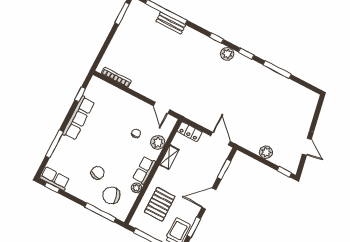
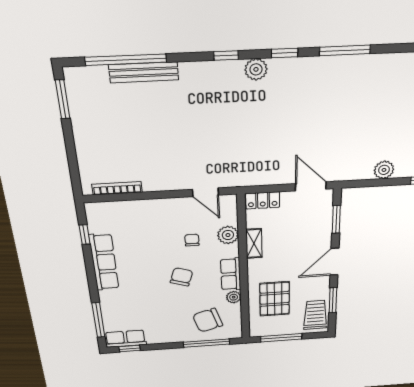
bench: (171, 23) -> (144, 72), width x1.36
window: (54, 144) -> (98, 320), moved
chair: (98, 173) -> (182, 277), moved

